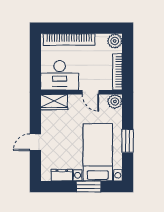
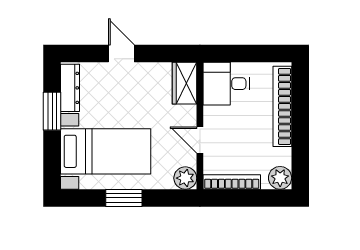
desk: (60, 75) -> (226, 84), width x0.73
door: (90, 92) -> (200, 140), hinge flipped
dresser: (62, 175) -> (70, 88), width x1.44
window: (89, 187) -> (52, 111), moved

